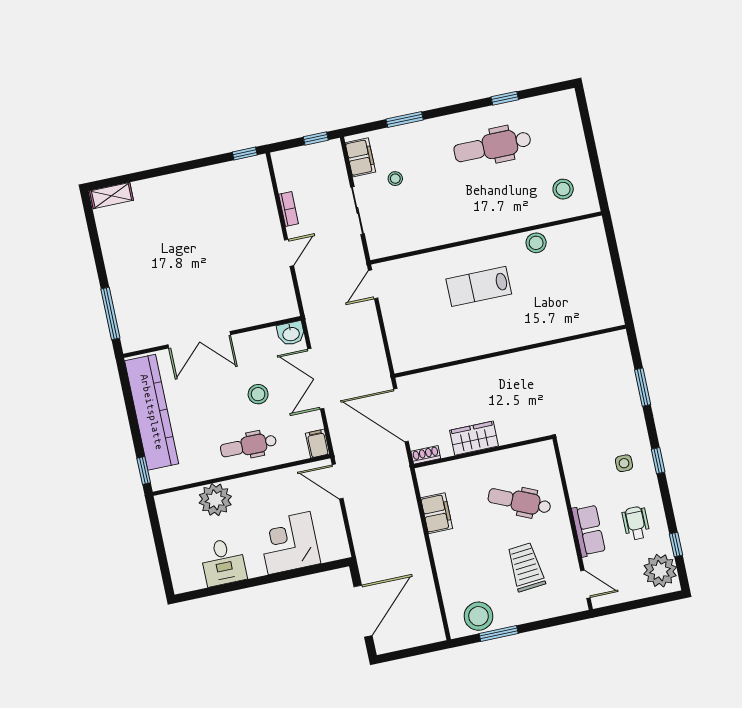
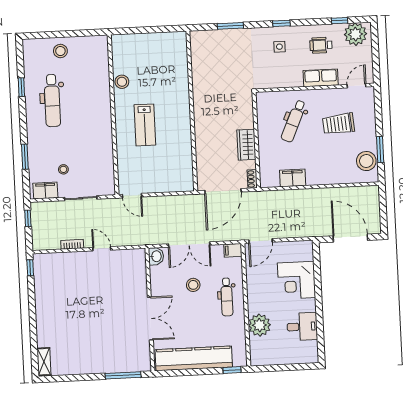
stool: (563, 189) -> (60, 51), moved

